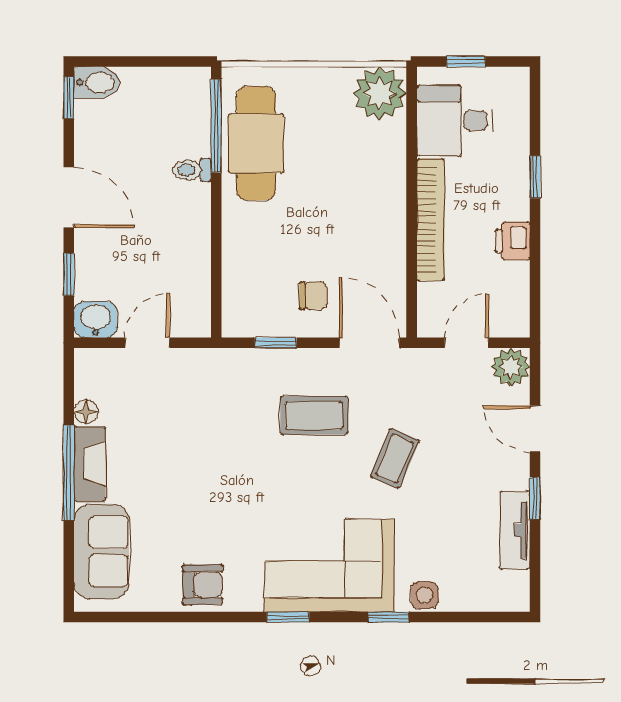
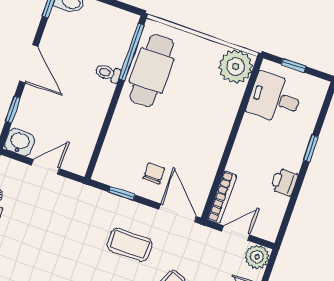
bookcase: (431, 220) -> (222, 197), moved, width x0.68, depth x0.76
chair: (313, 296) -> (154, 173), turned -90

